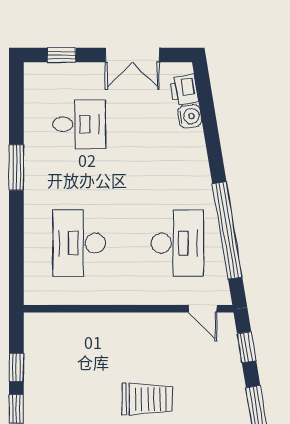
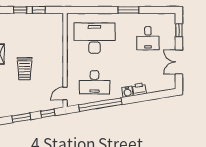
printer: (184, 90) -> (139, 89), moved
water cooler: (190, 116) -> (127, 92), moved
desk: (79, 243) -> (95, 38), width x1.36, depth x1.30

